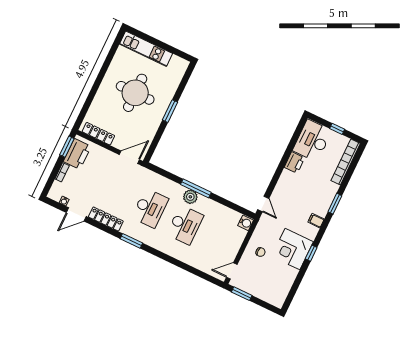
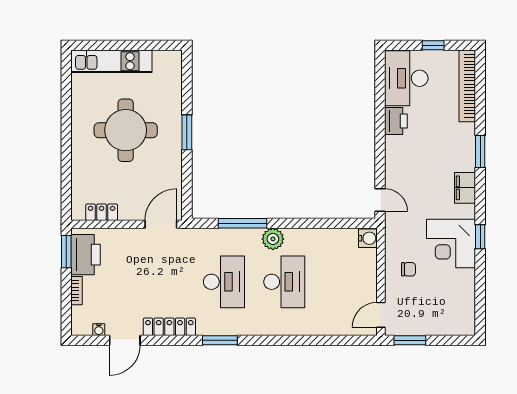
locker: (98, 134) -> (102, 212), width x0.66
window: (196, 188) -> (242, 223), moved
filing cabinet: (316, 221) -> (465, 188), width x2.00

